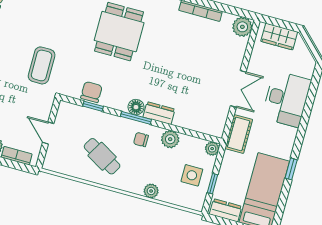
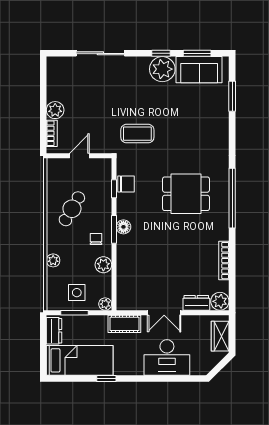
dresser: (159, 113) -> (196, 303), moved, turned -90
window: (212, 184) -> (74, 313), width x1.50

